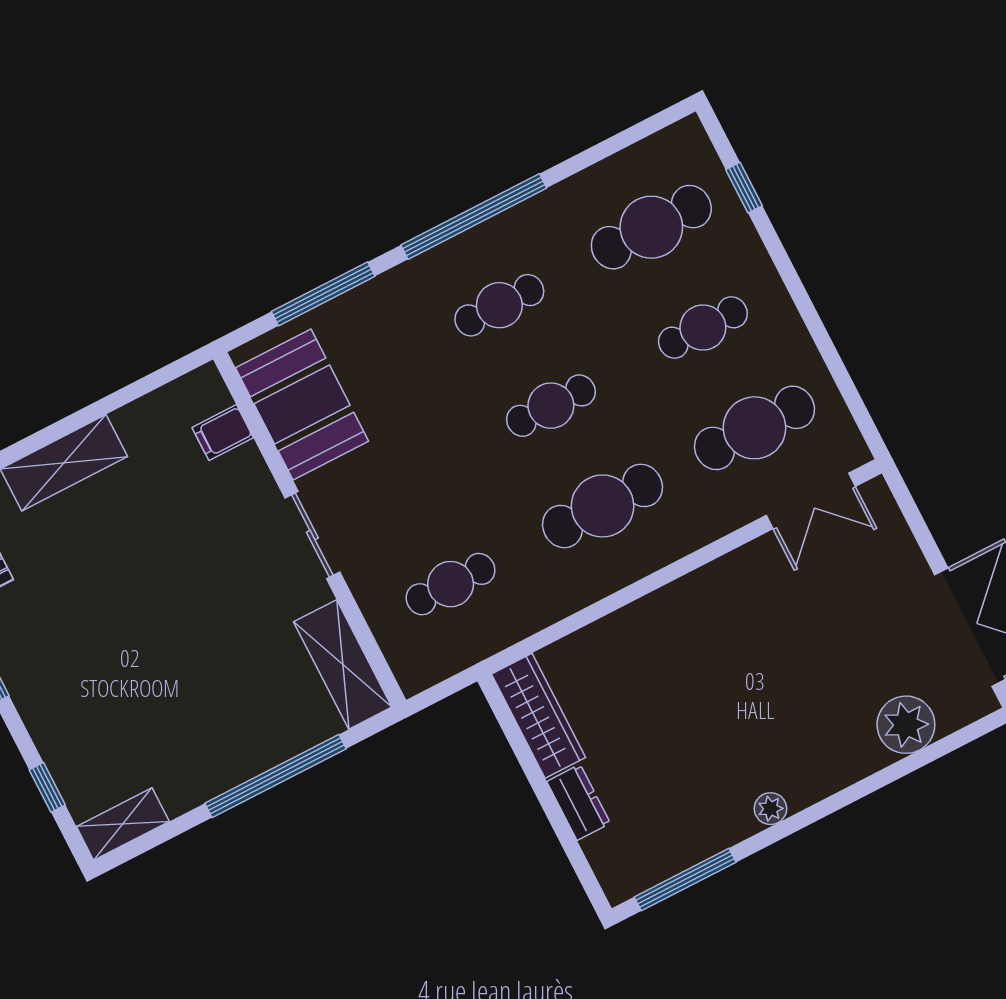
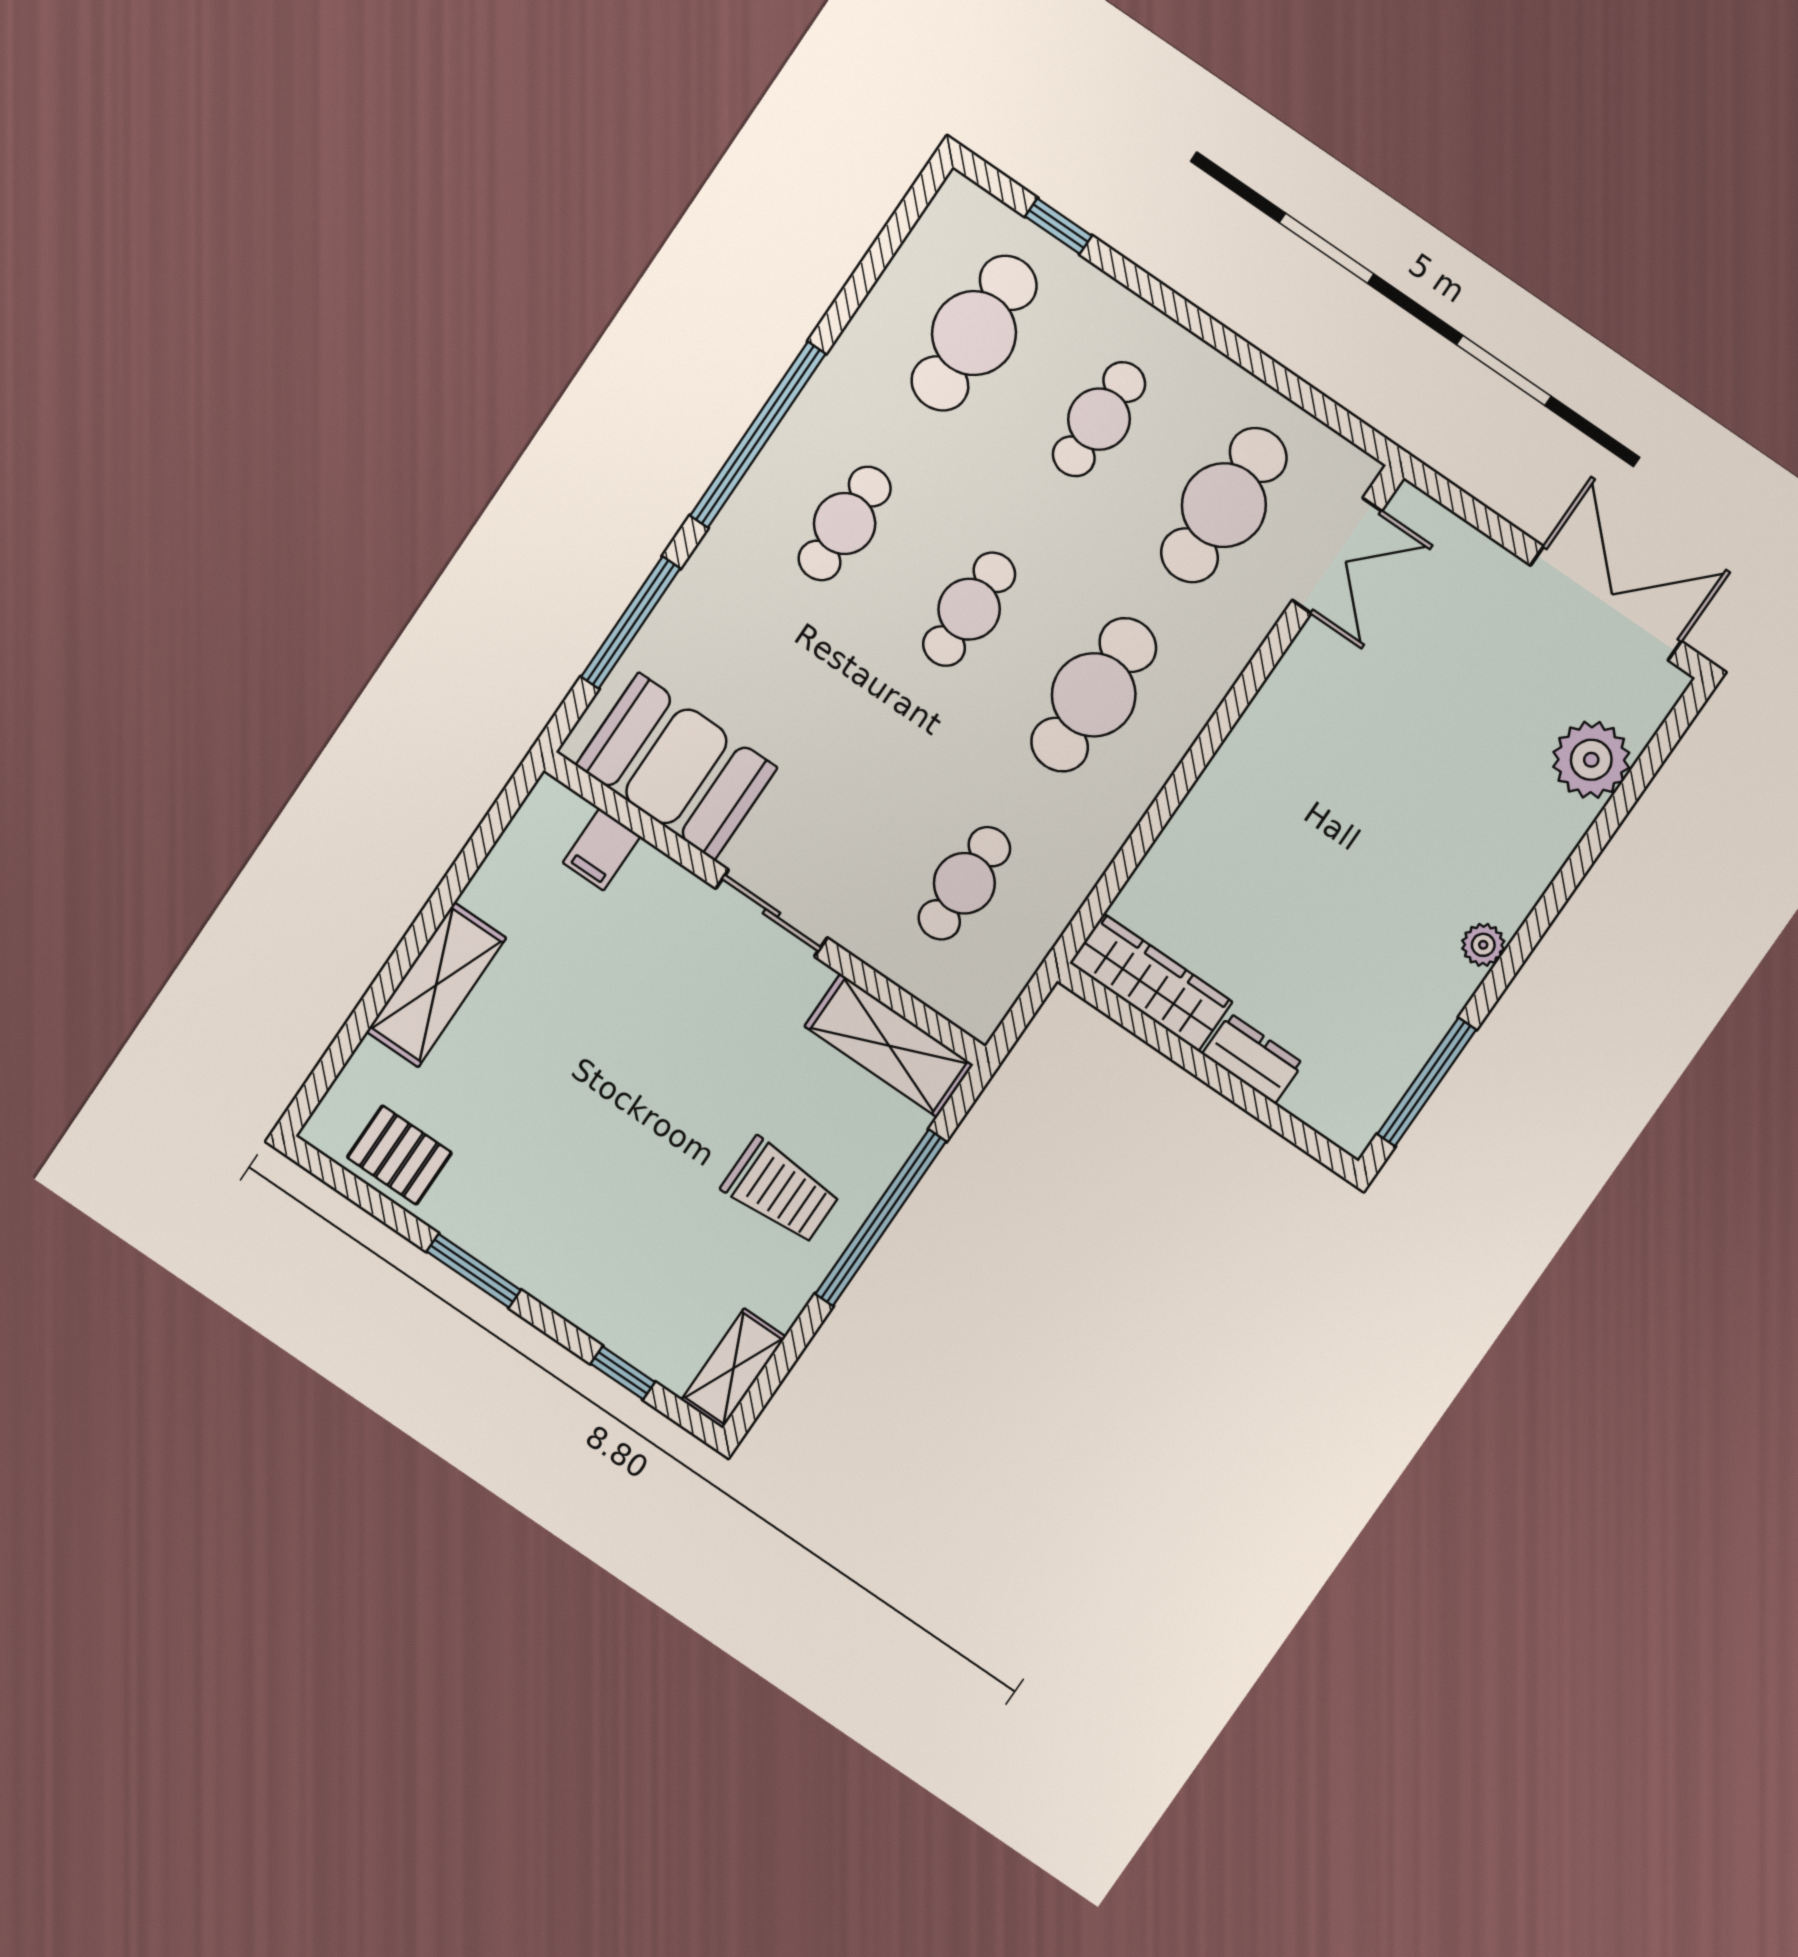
trolley: (219, 722) -> (781, 1191), added

